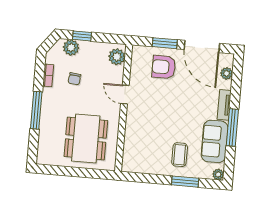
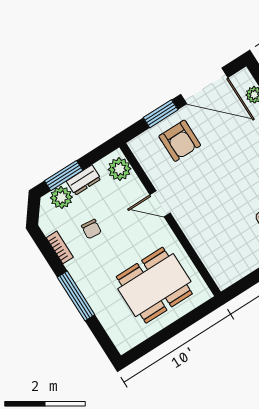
window: (82, 36) -> (64, 176), width x1.50
dresser: (91, 47) -> (84, 180), added
armchair: (164, 67) -> (180, 141), turned -90
dining table: (86, 138) -> (154, 285), turned 90

